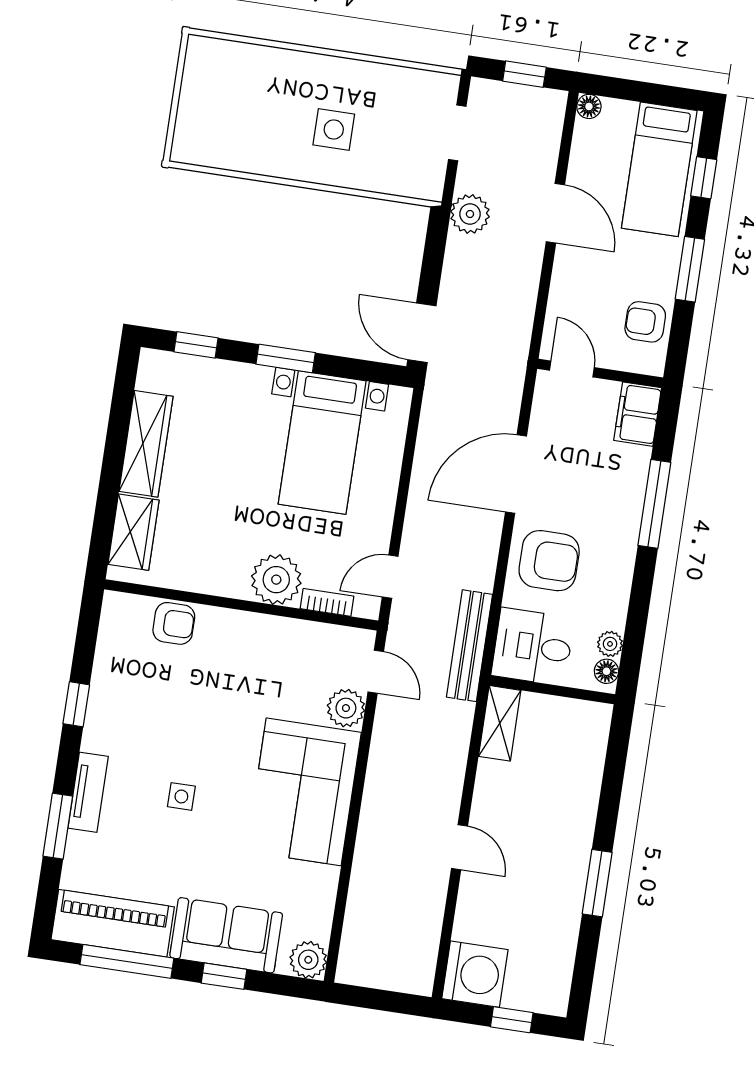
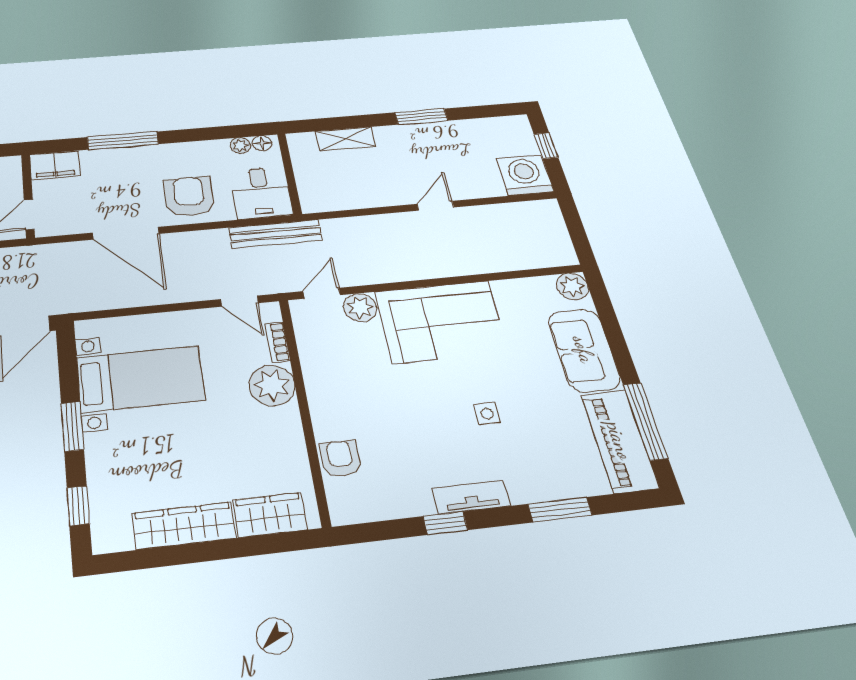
shelving: (500, 723) -> (346, 139), moved
tv unit: (88, 792) -> (471, 497), moved
window: (224, 976) -> (617, 344), removed

